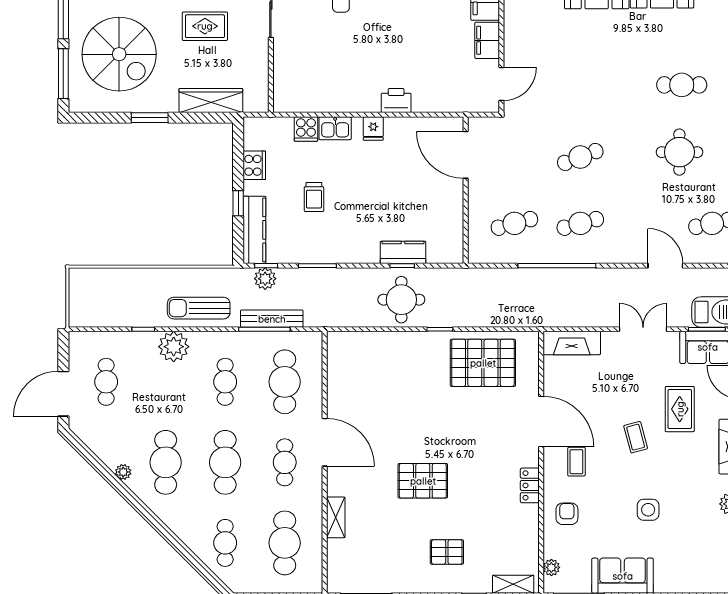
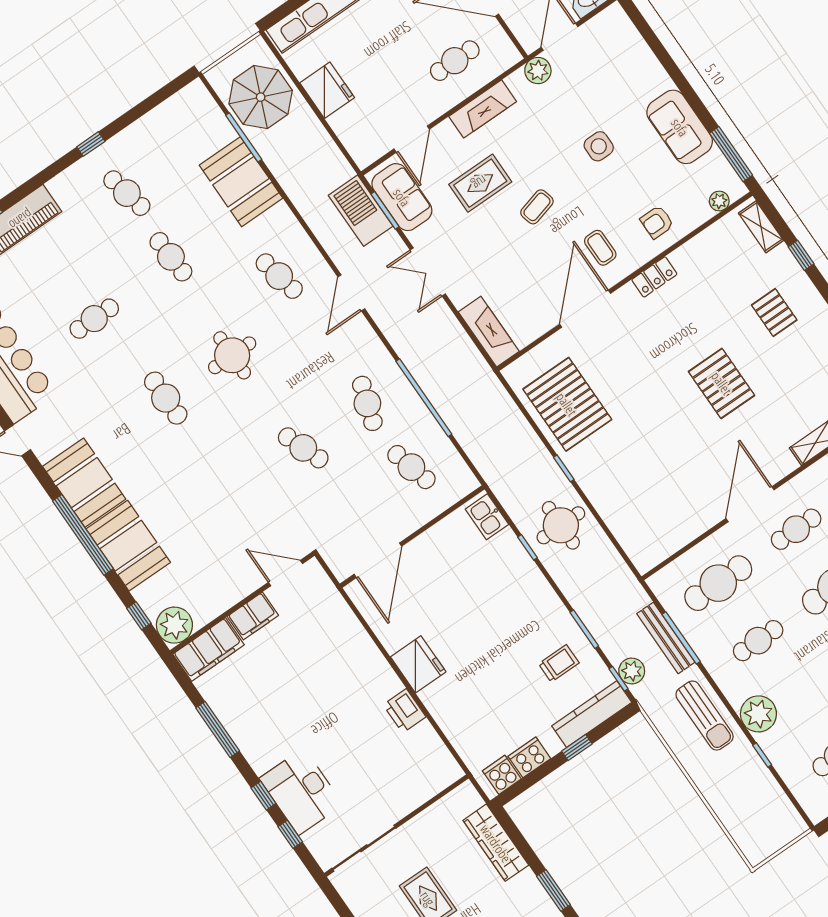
printer: (396, 101) -> (404, 711), moved
kitchen sink: (335, 128) -> (487, 517), moved, turned 180
cooker: (306, 129) -> (502, 775), moved, turned -90
fridge: (373, 129) -> (418, 664), width x1.88, depth x1.34
trolley: (314, 197) -> (559, 663), moved
cafe table: (580, 223) -> (367, 403), turned 33
kitchen counter: (403, 252) -> (514, 555), removed
coffee table: (576, 462) -> (600, 248), turned 90

